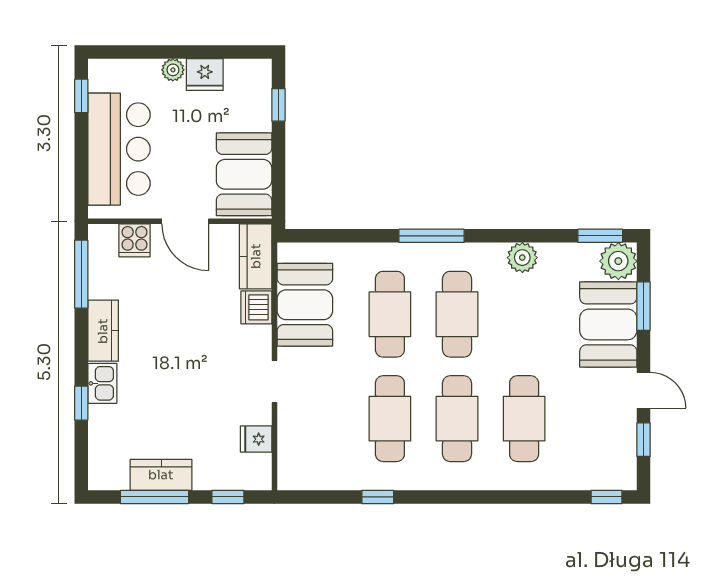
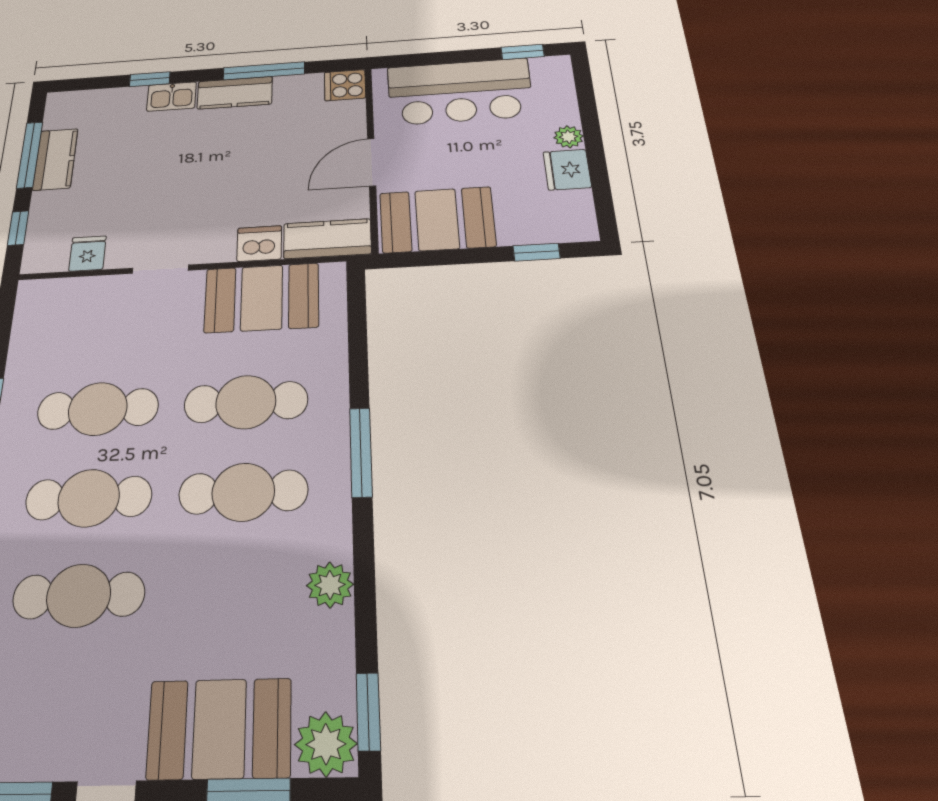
cooker: (135, 240) -> (345, 85), moved
window: (81, 274) -> (264, 71), moved

